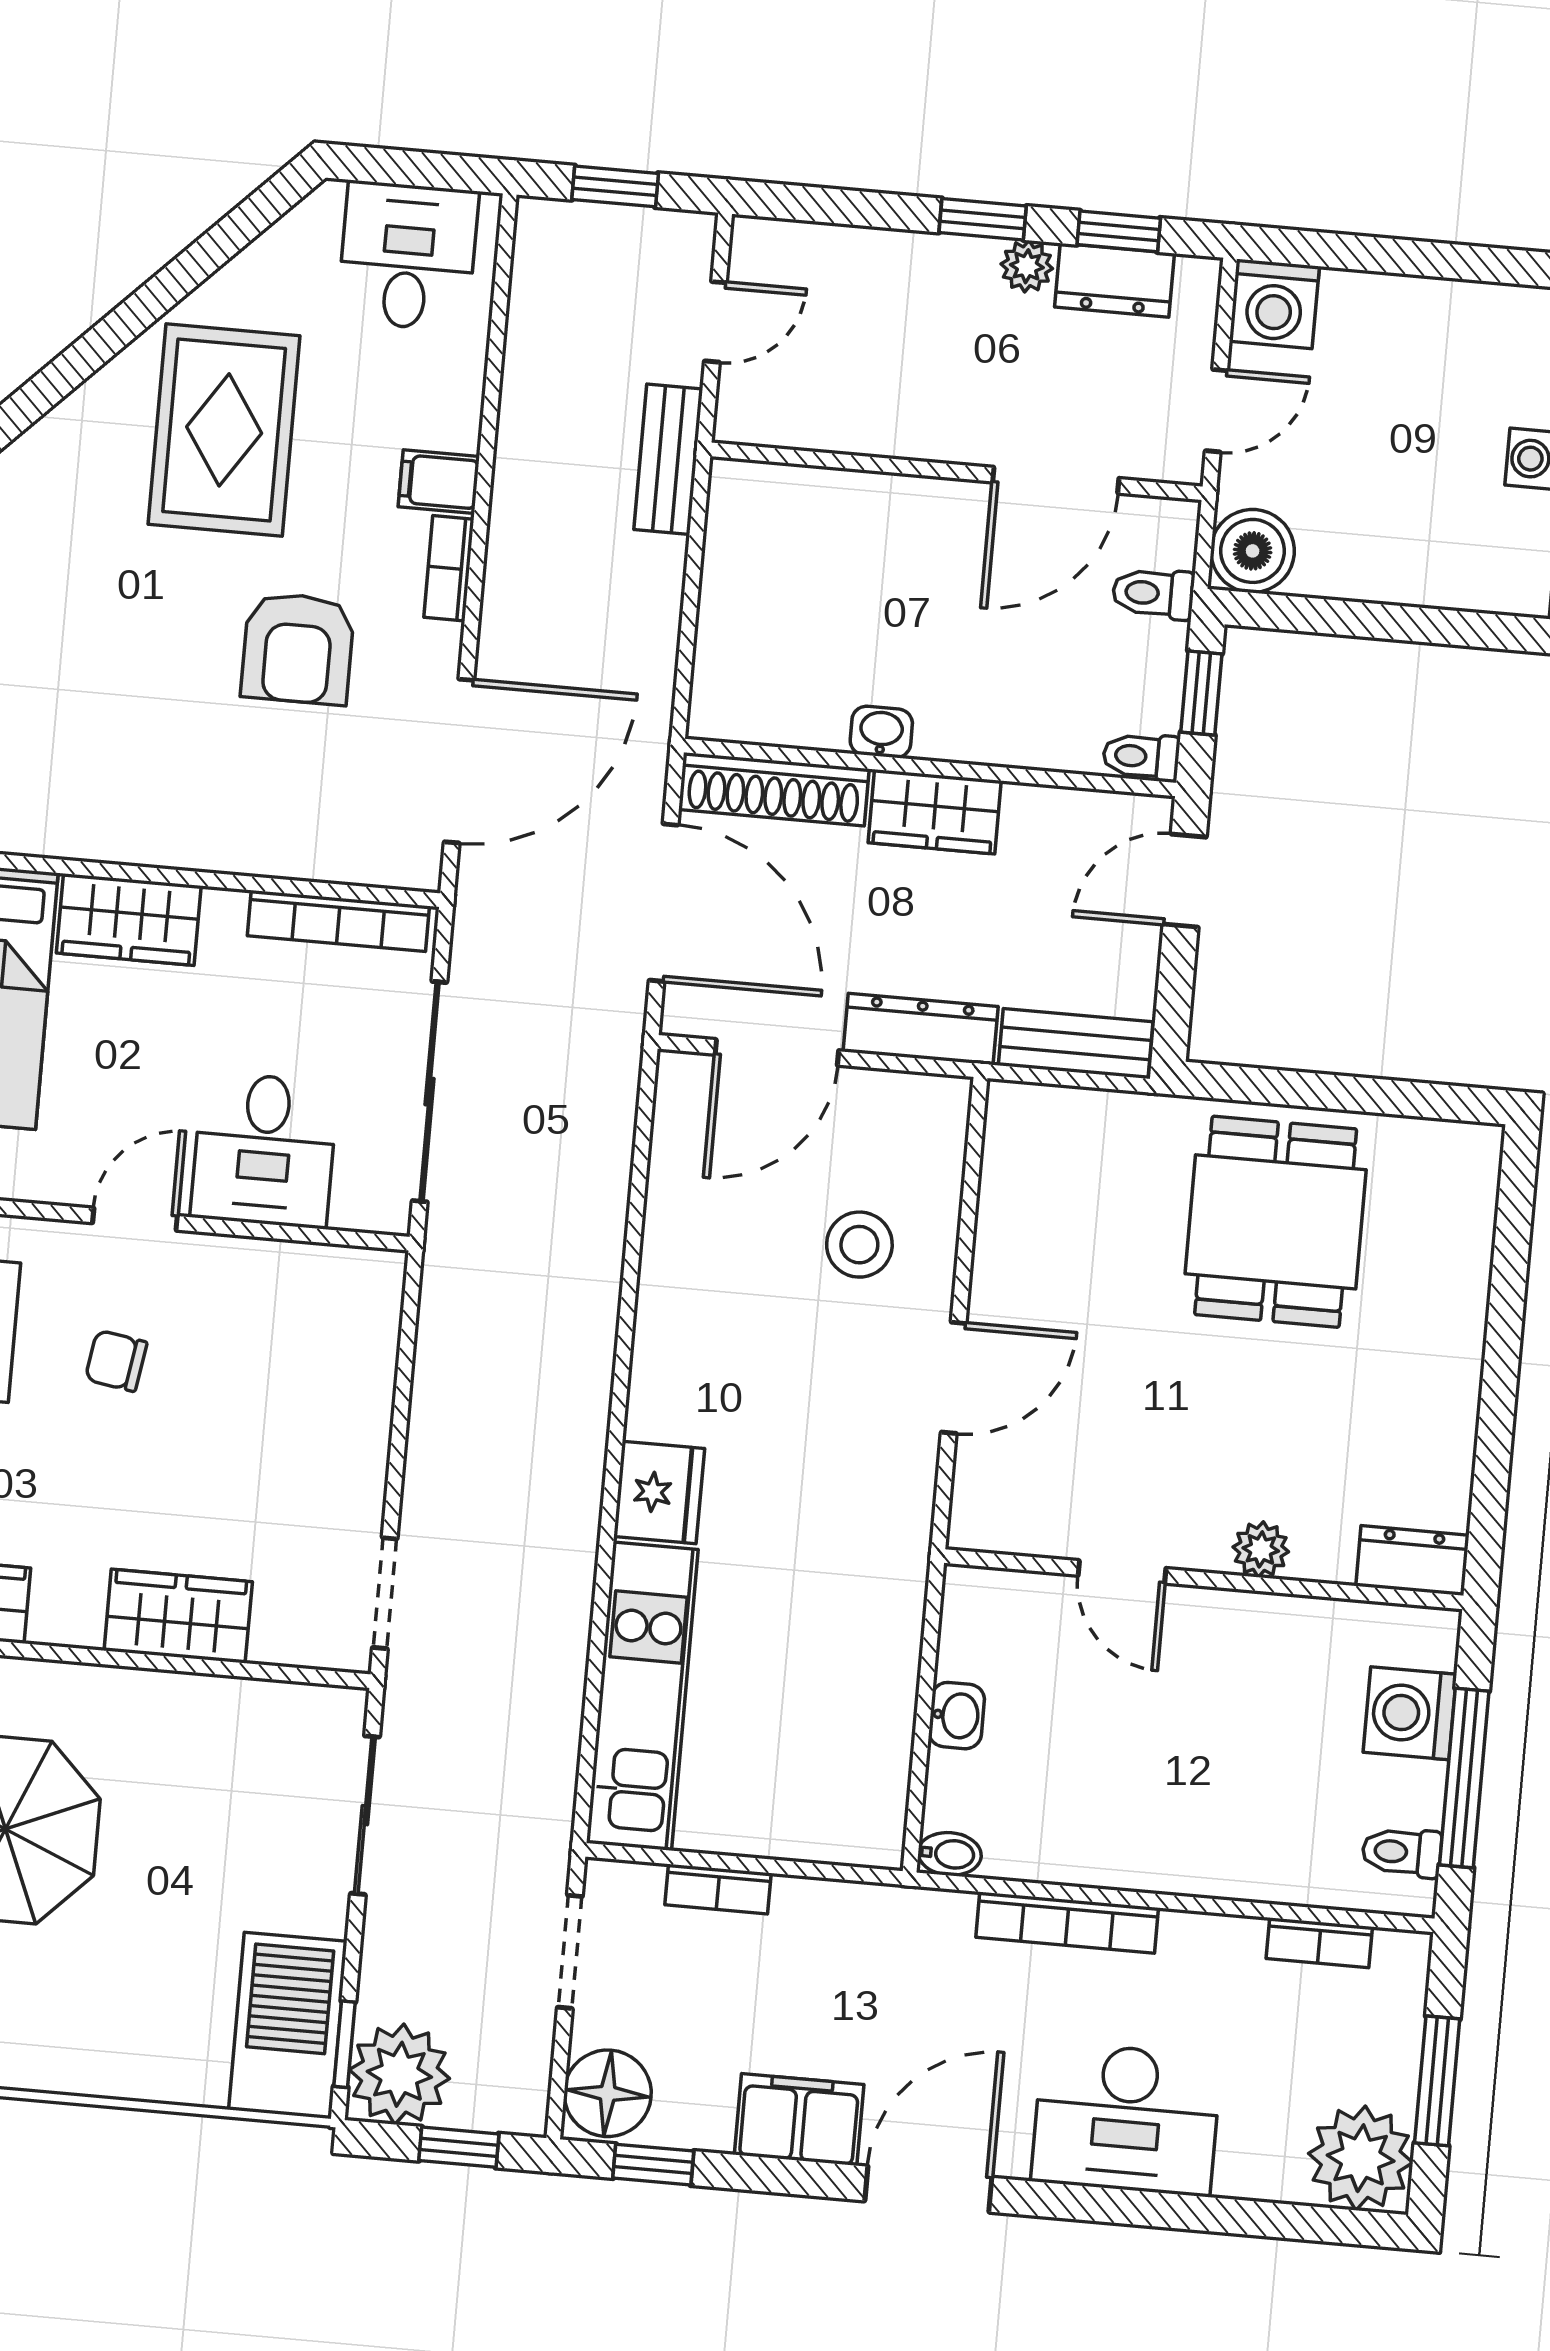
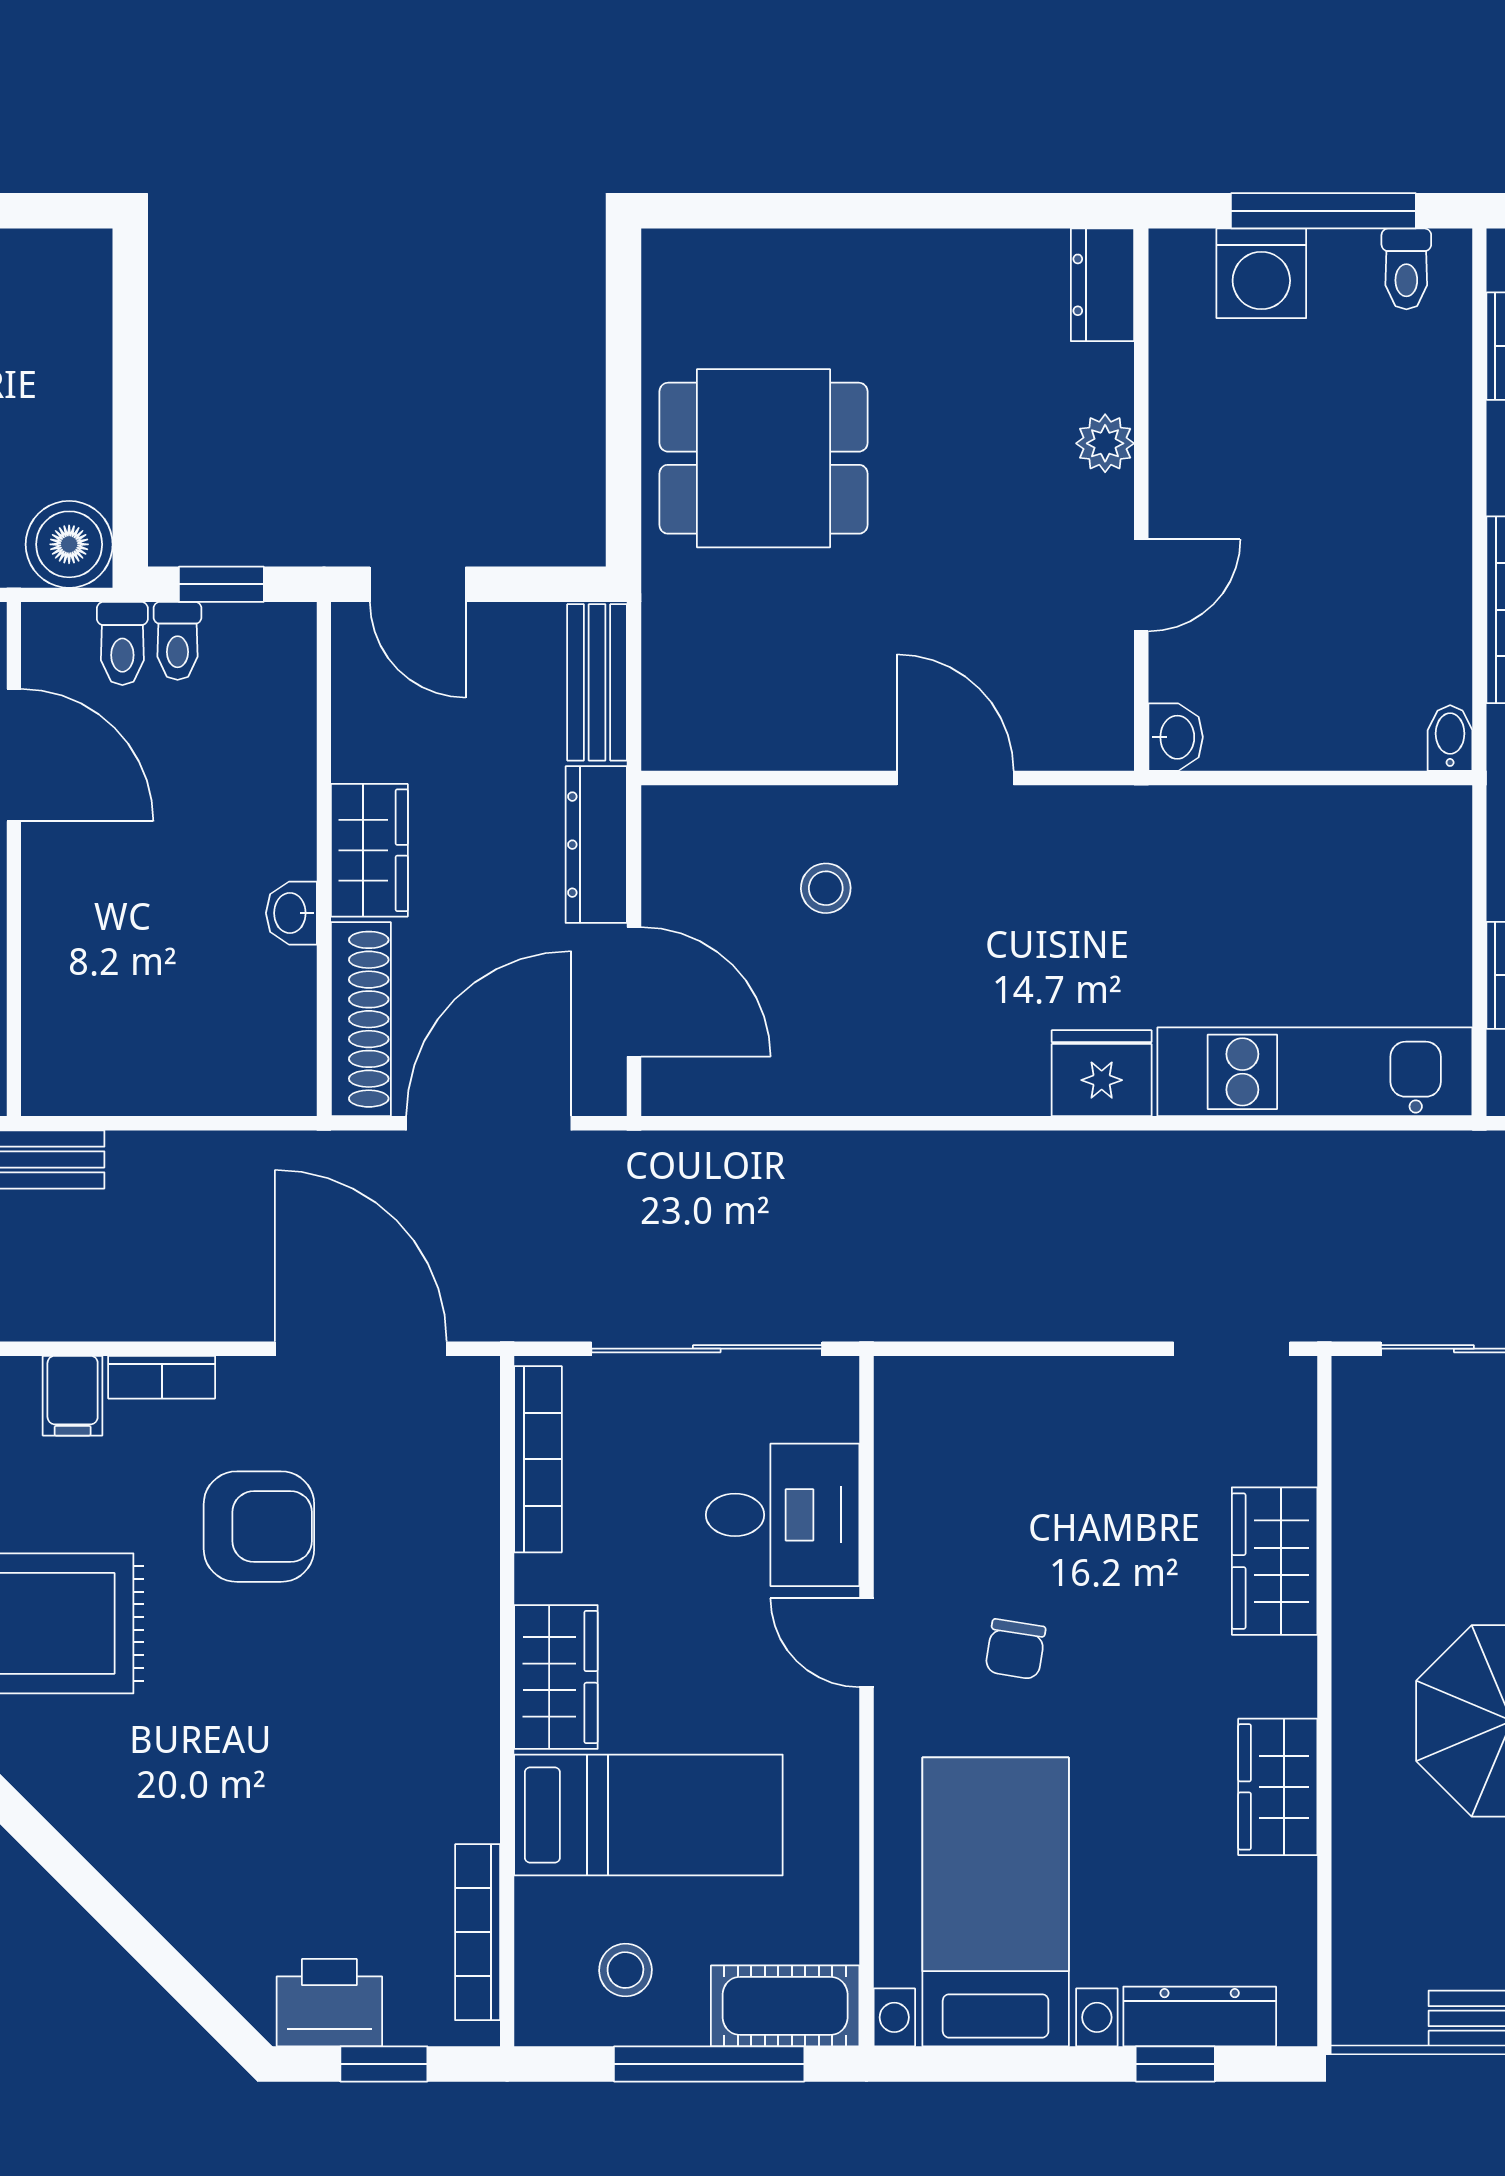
toilet: (1141, 757) -> (178, 641), moved
stool: (859, 1245) -> (826, 888), width x0.73, depth x0.73
washbasin: (957, 1716) -> (1176, 737), moved, turned 90

